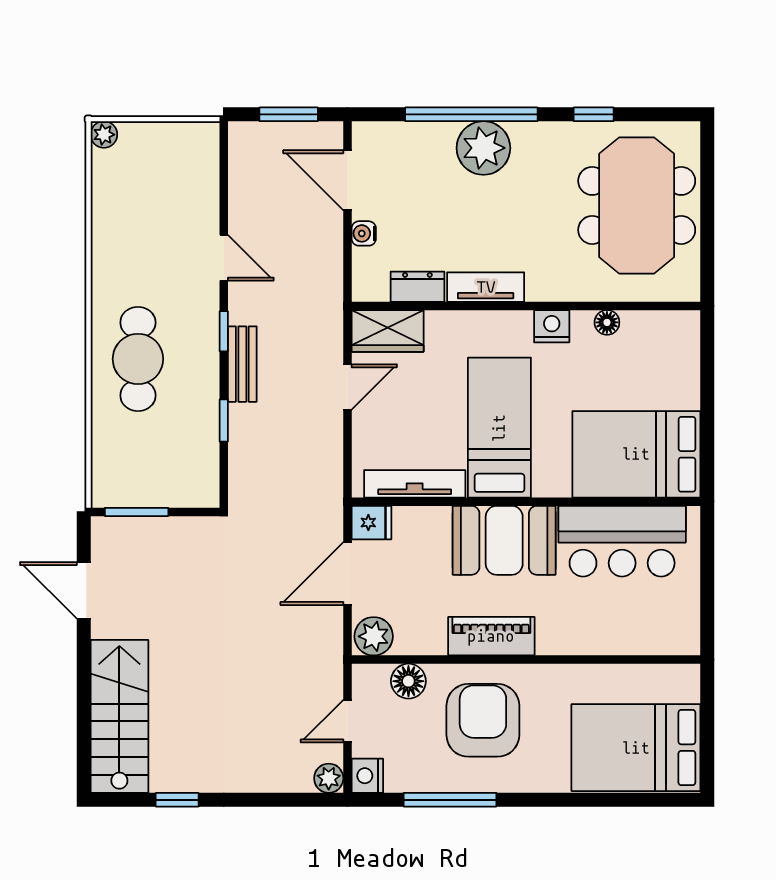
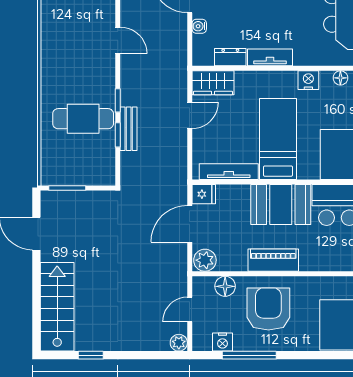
window: (224, 331) -> (118, 100), moved
cafe table: (138, 359) -> (83, 119), moved, turned 90
bench: (242, 364) -> (129, 129), moved
nightstand: (367, 776) -> (222, 342), moved, turned -90

